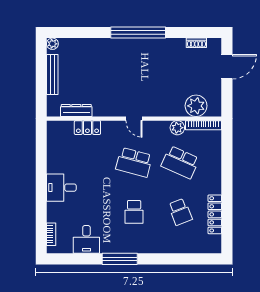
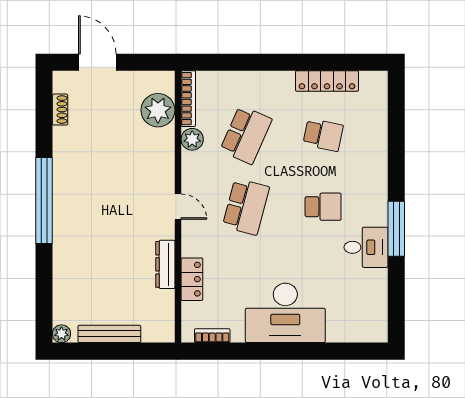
dresser: (76, 110) -> (165, 264), moved
door: (134, 119) -> (178, 207), hinge flipped
desk: (61, 188) -> (285, 313), width x1.87, depth x1.30
school desk: (180, 212) -> (323, 135), turned 33
bookcase: (51, 234) -> (212, 336), moved
desk: (86, 239) -> (366, 247), moved

